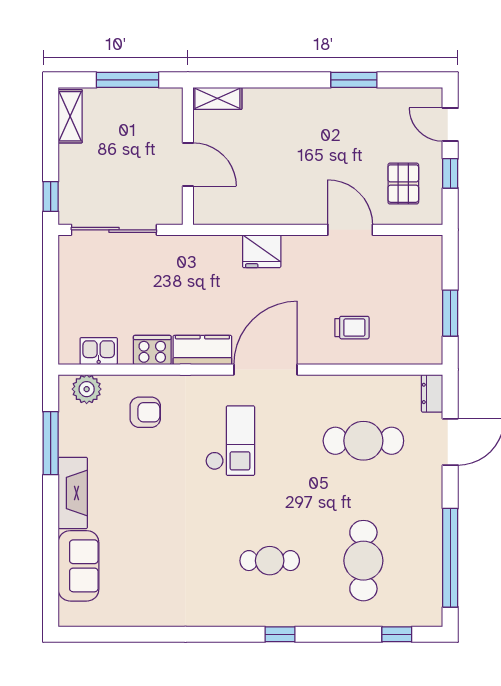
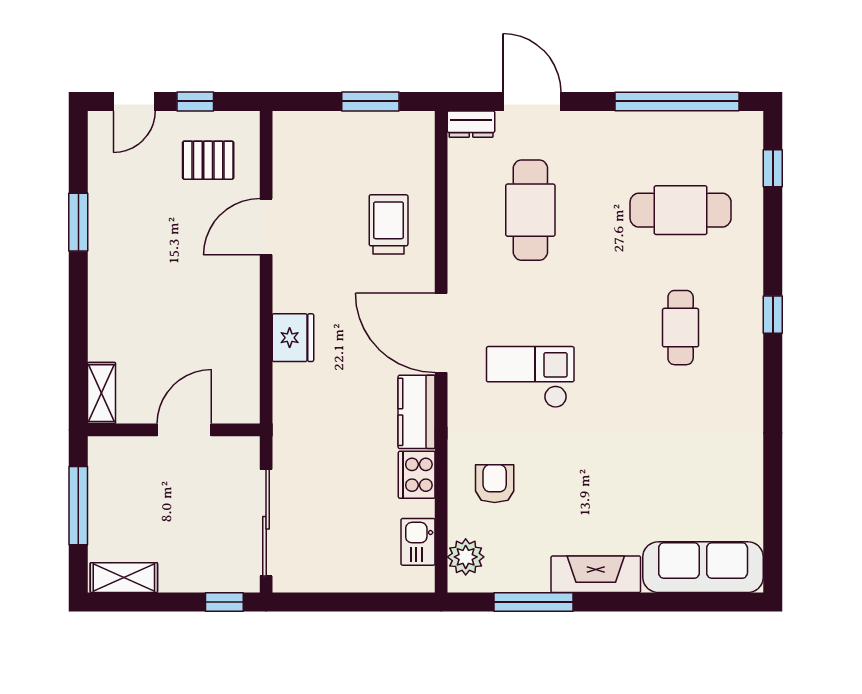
trolley: (352, 328) -> (389, 224), width x1.36, depth x1.39
sofa: (79, 566) -> (703, 567), width x1.36

